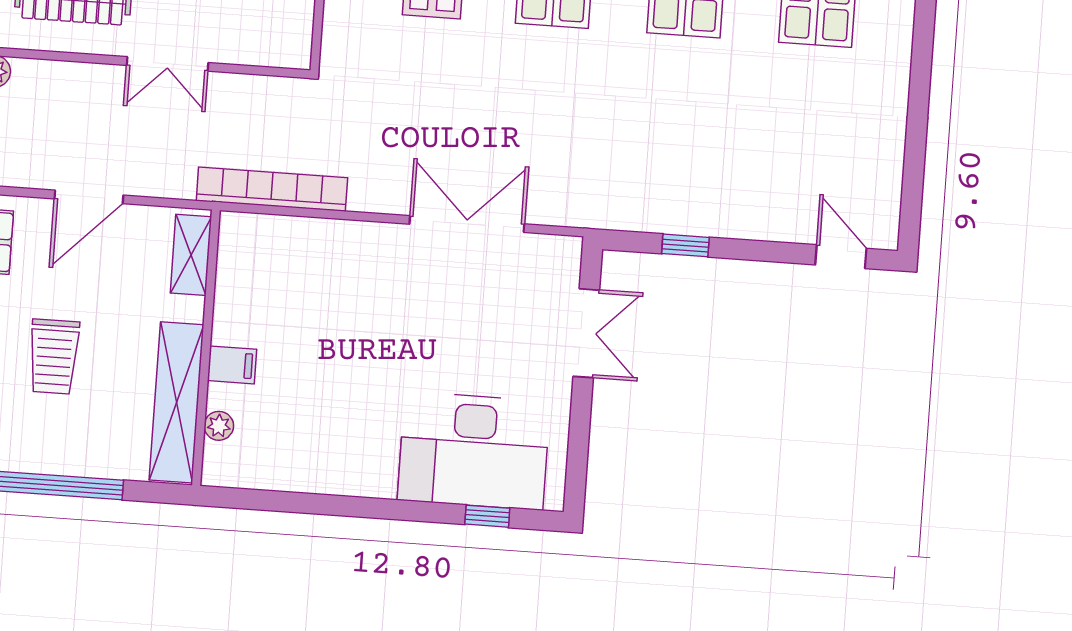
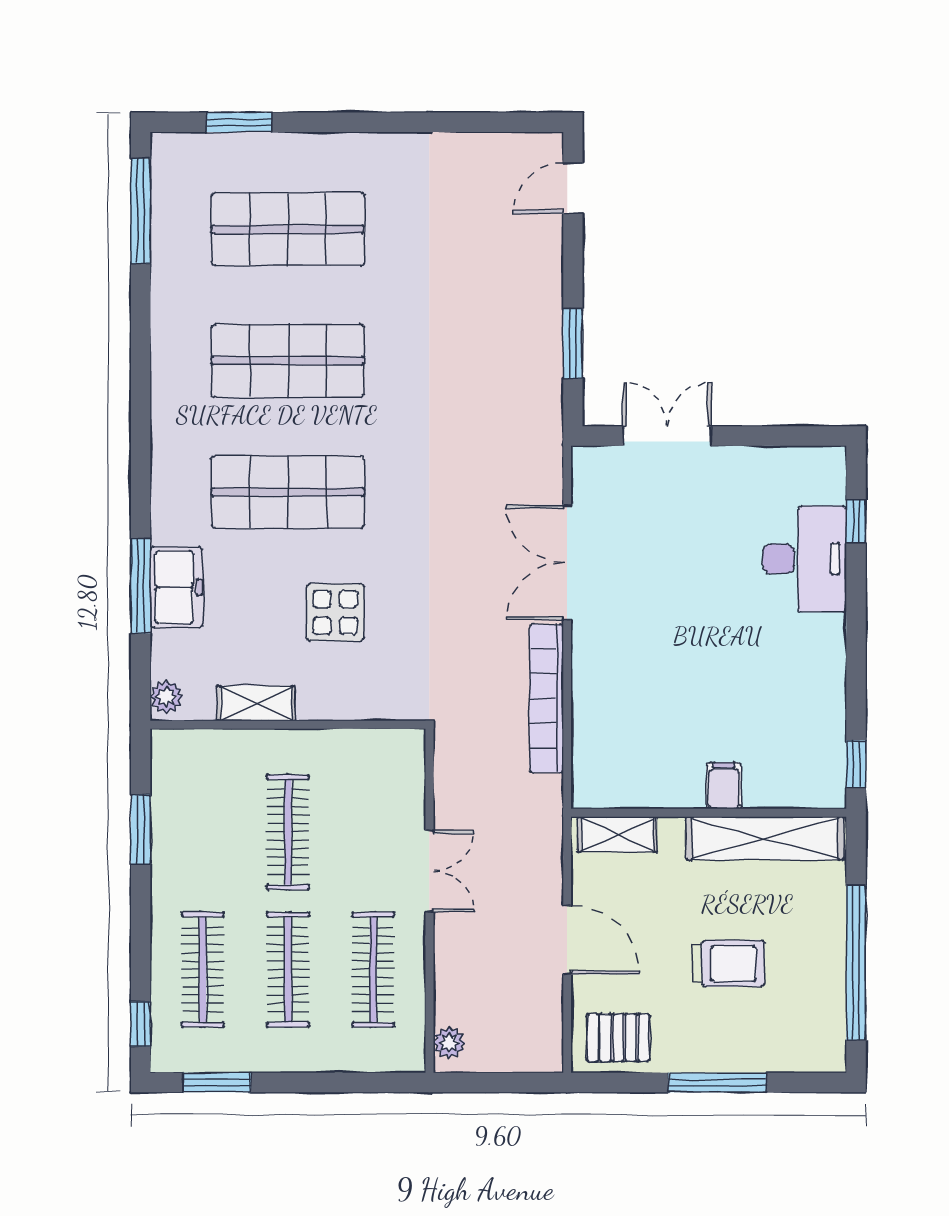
bookcase: (272, 189) -> (546, 698), moved
window: (685, 245) -> (573, 344), width x1.50
plant: (219, 426) -> (785, 794), removed
desk: (474, 451) -> (805, 559), width x0.73, depth x0.77
window: (244, 499) -> (856, 764), added

